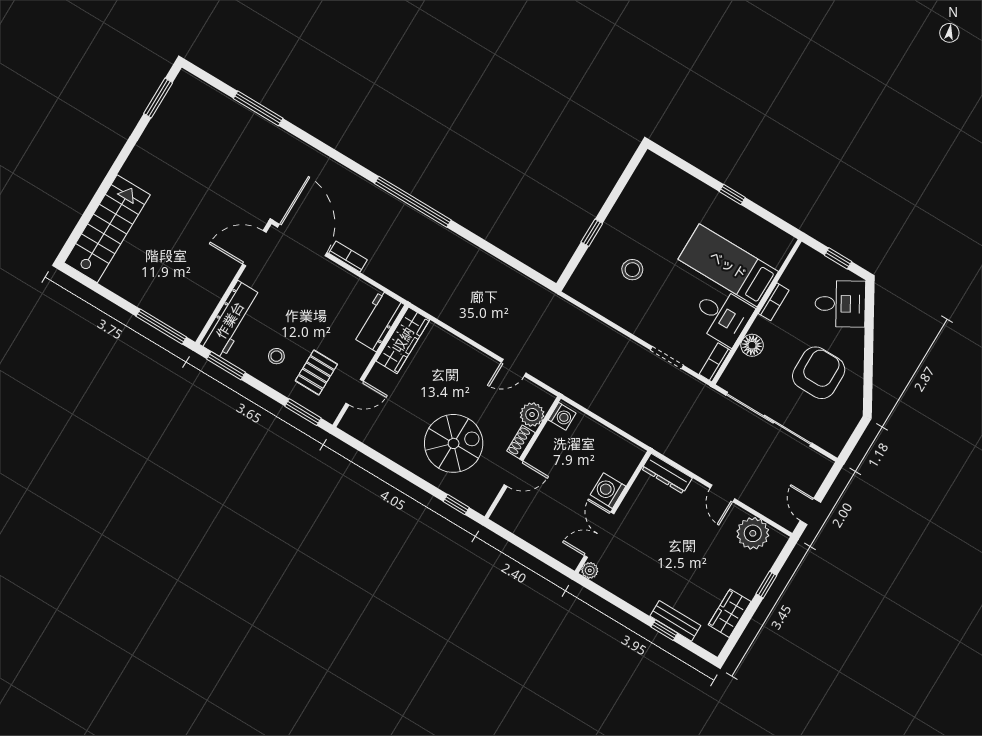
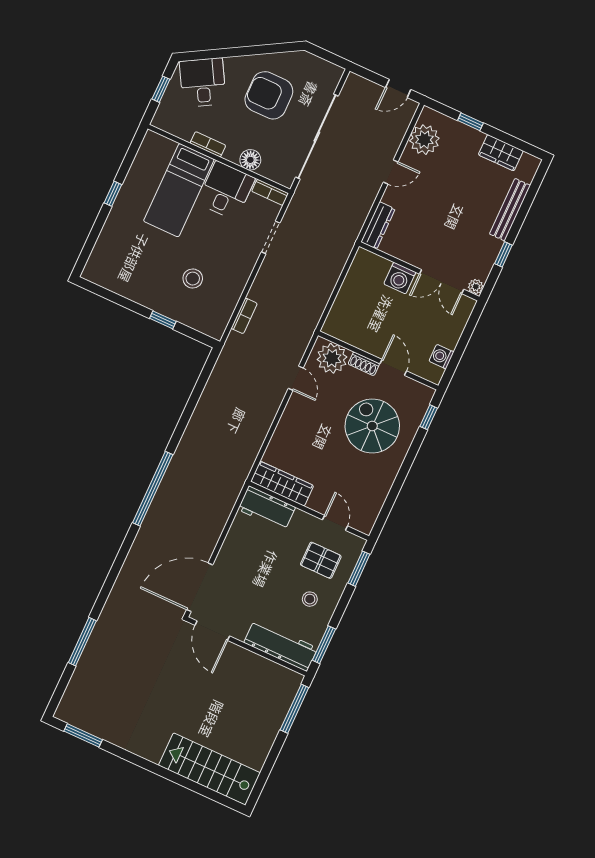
bookcase: (348, 257) -> (244, 316), moved, turned 180
plant: (532, 415) -> (332, 358), width x1.36, depth x1.36
washing machine: (562, 416) -> (441, 357), moved, turned -90
bench: (675, 621) -> (510, 210), width x1.36
window: (664, 630) -> (503, 254), moved

